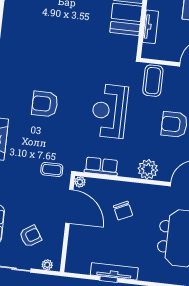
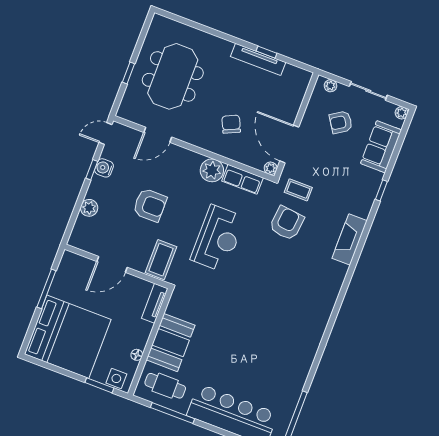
tv unit: (151, 27) -> (155, 303), moved
armchair: (45, 104) -> (287, 223), moved, turned -84
plant: (148, 169) -> (212, 170), moved

